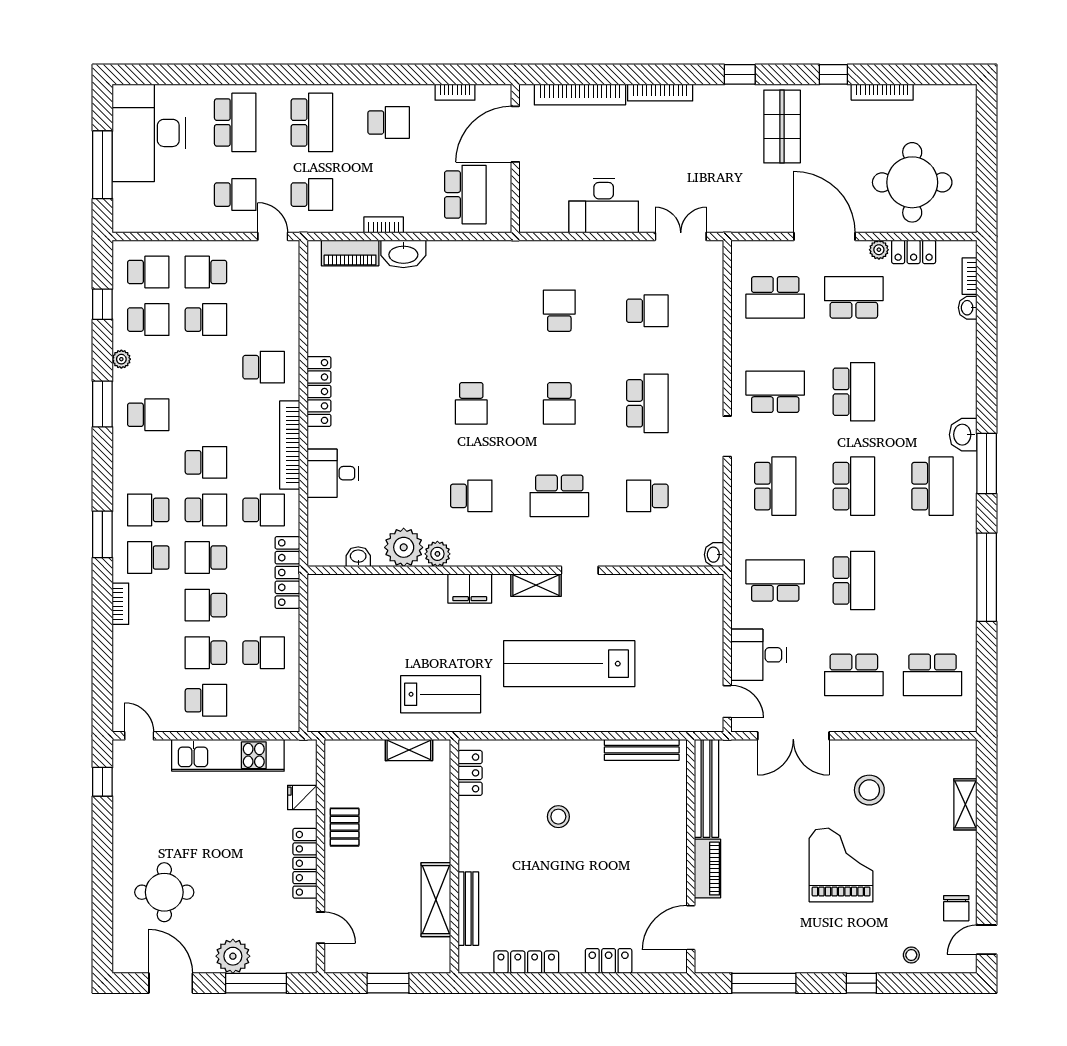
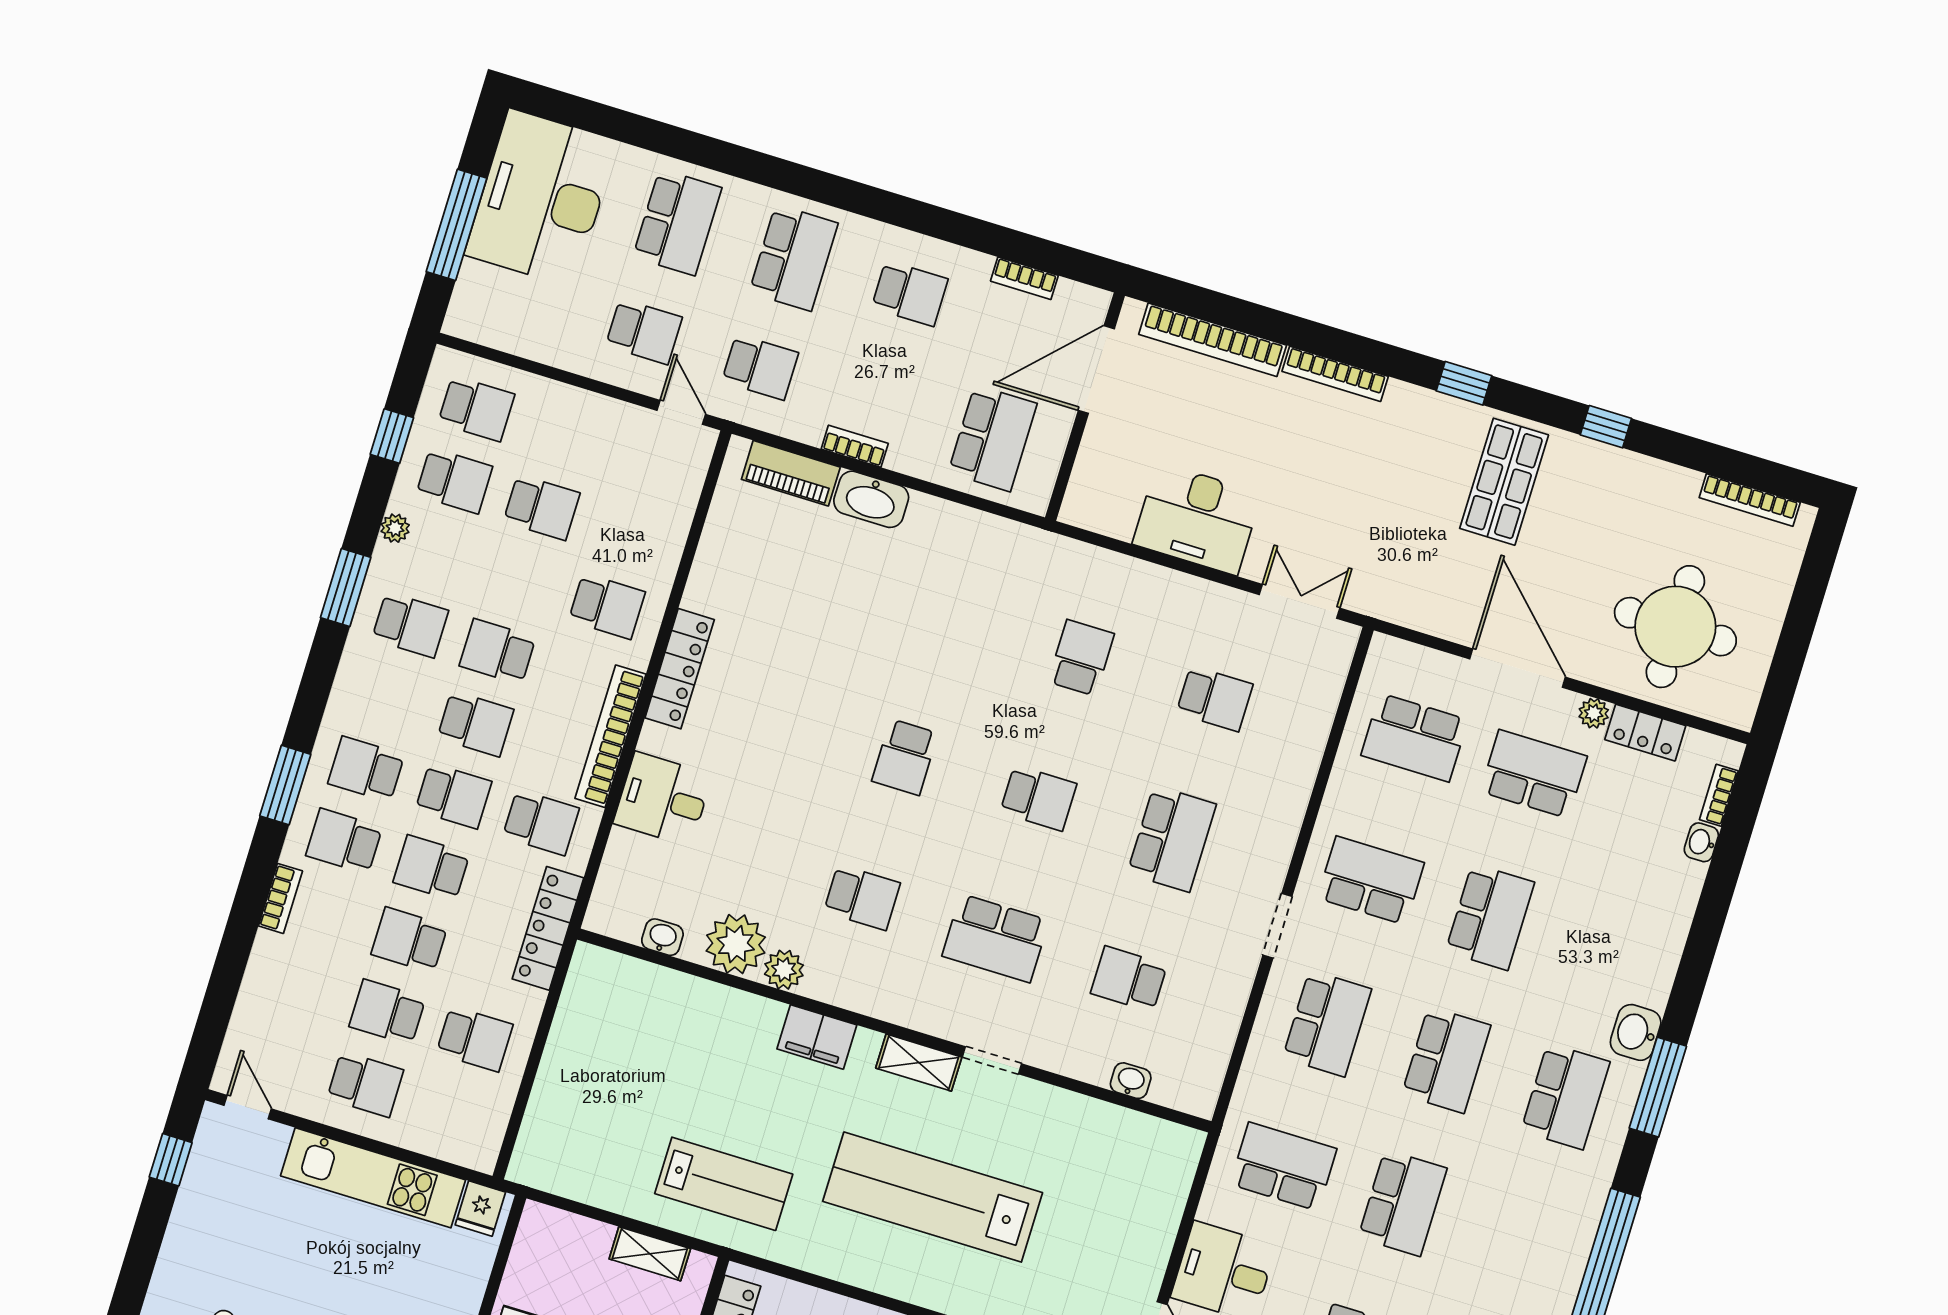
bookcase: (882, 92) -> (1750, 500), moved
school desk: (206, 272) -> (498, 652), moved
school desk: (559, 403) -> (1038, 798), turned -90
washbasin: (714, 555) -> (1131, 1081), moved, turned 90
fridge: (302, 797) -> (480, 1209), moved, turned -90

